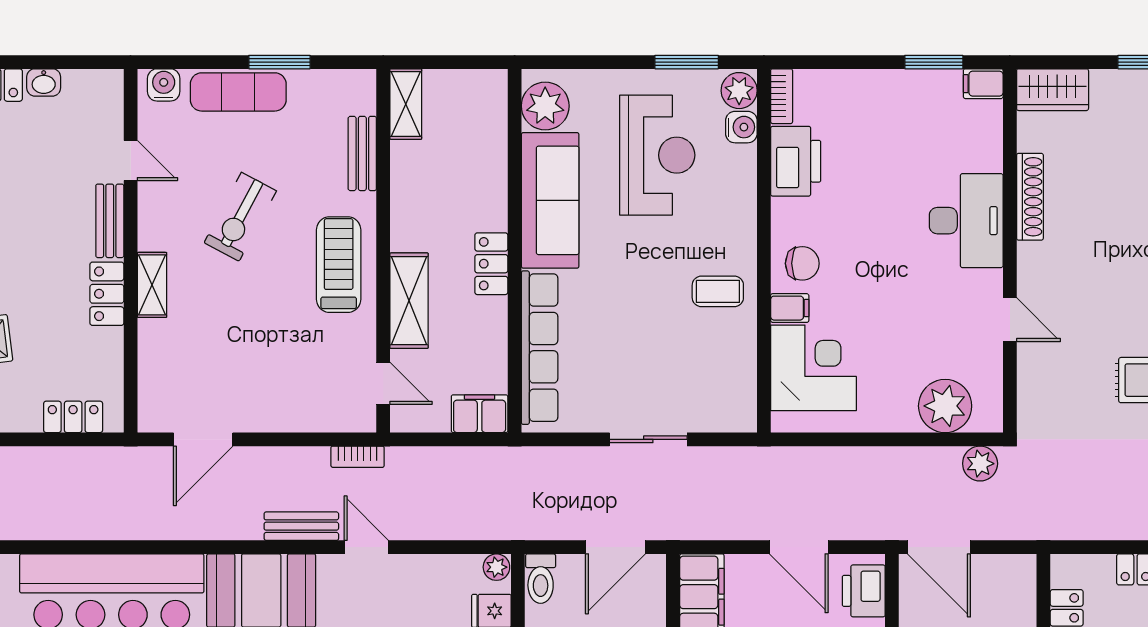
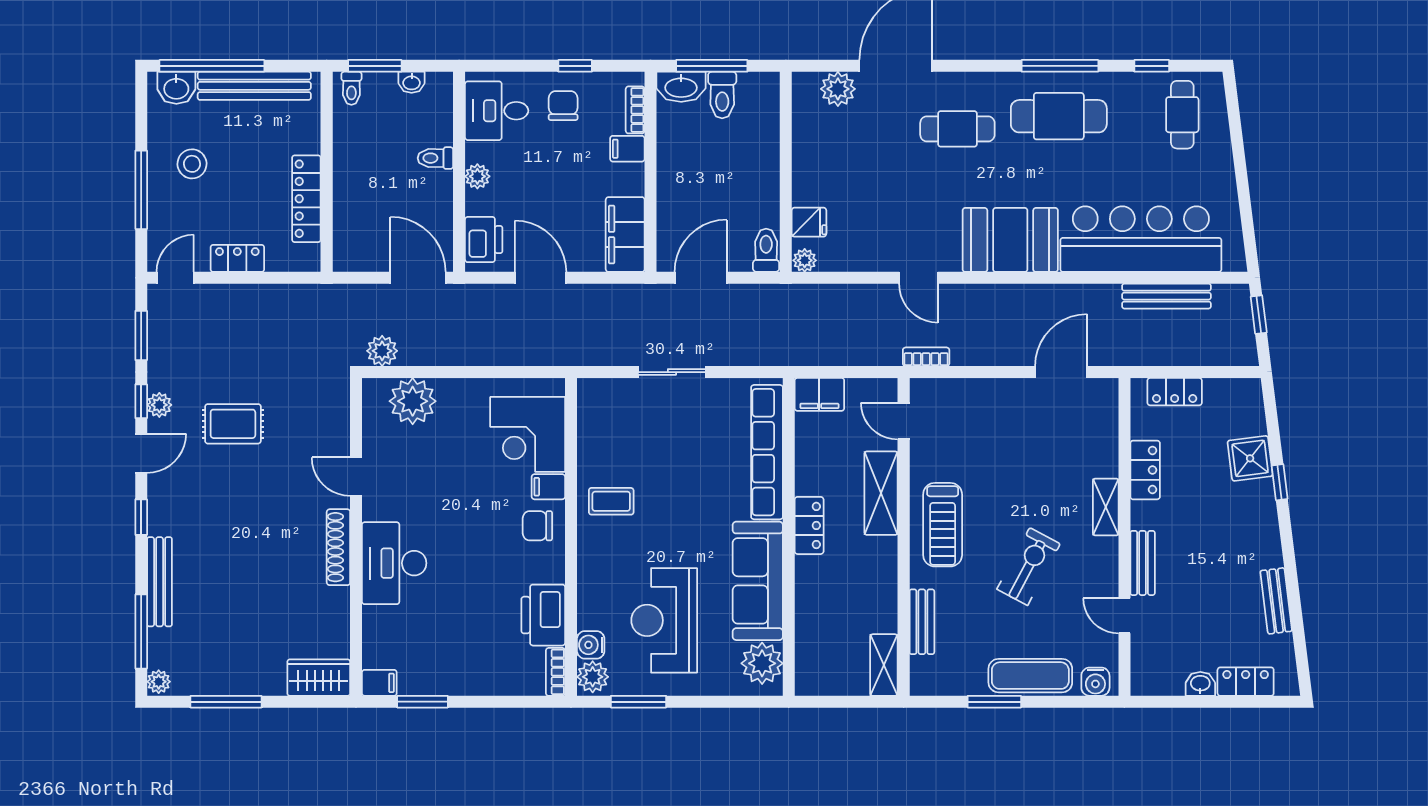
shoe rack: (1030, 197) -> (338, 547), moved
locker: (107, 294) -> (1145, 470), moved
bench: (301, 526) -> (1166, 296), moved, width x1.36

